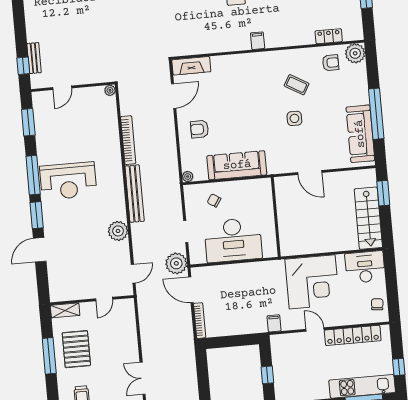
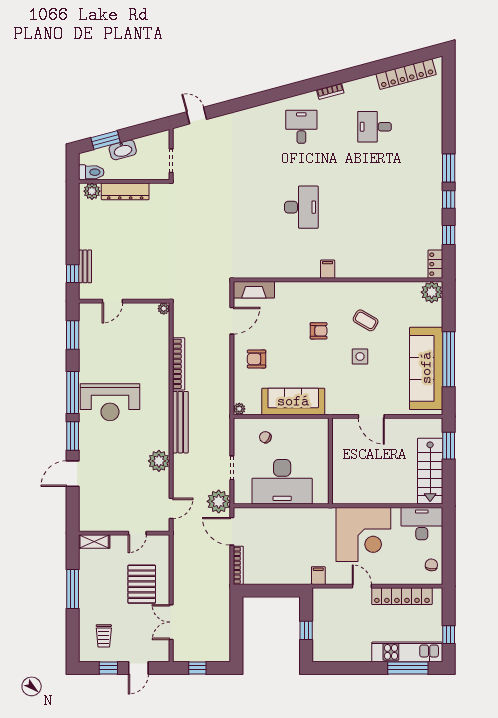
locker: (329, 36) -> (435, 264), moved, turned -90
armchair: (331, 63) -> (319, 331), moved
sofa: (360, 134) -> (426, 368), width x1.36, depth x1.27
pallet: (76, 349) -> (142, 584), moved

